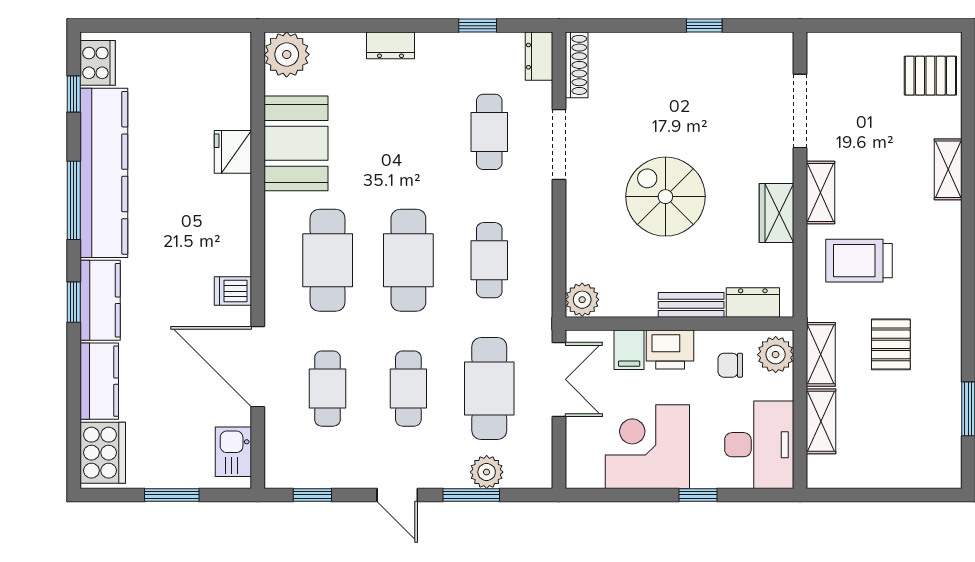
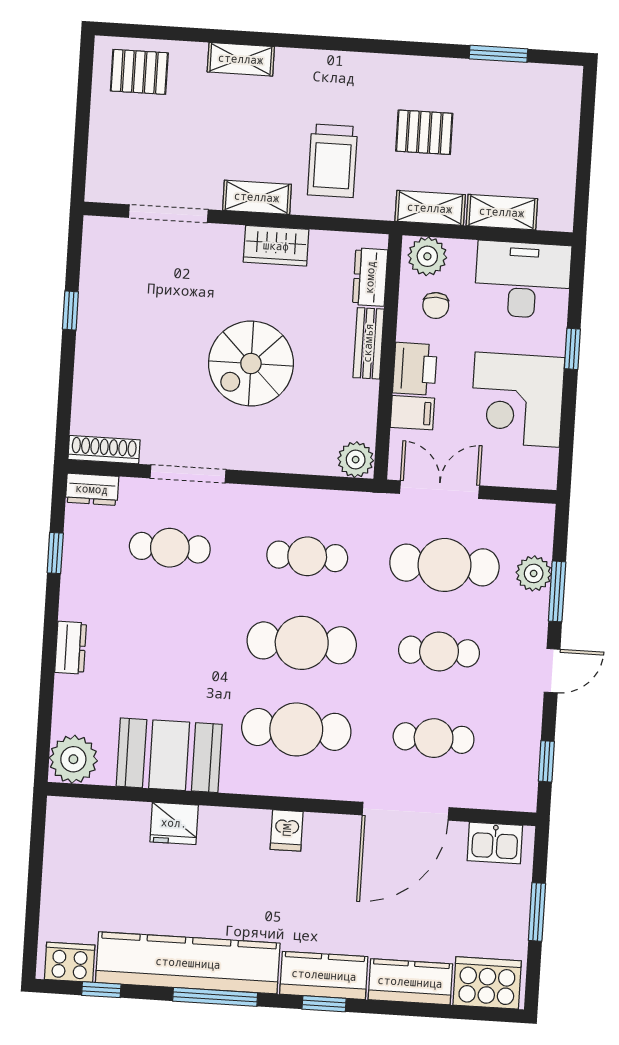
pallet: (930, 76) -> (139, 72), turned 90
dishwasher: (233, 291) -> (287, 830), moved

